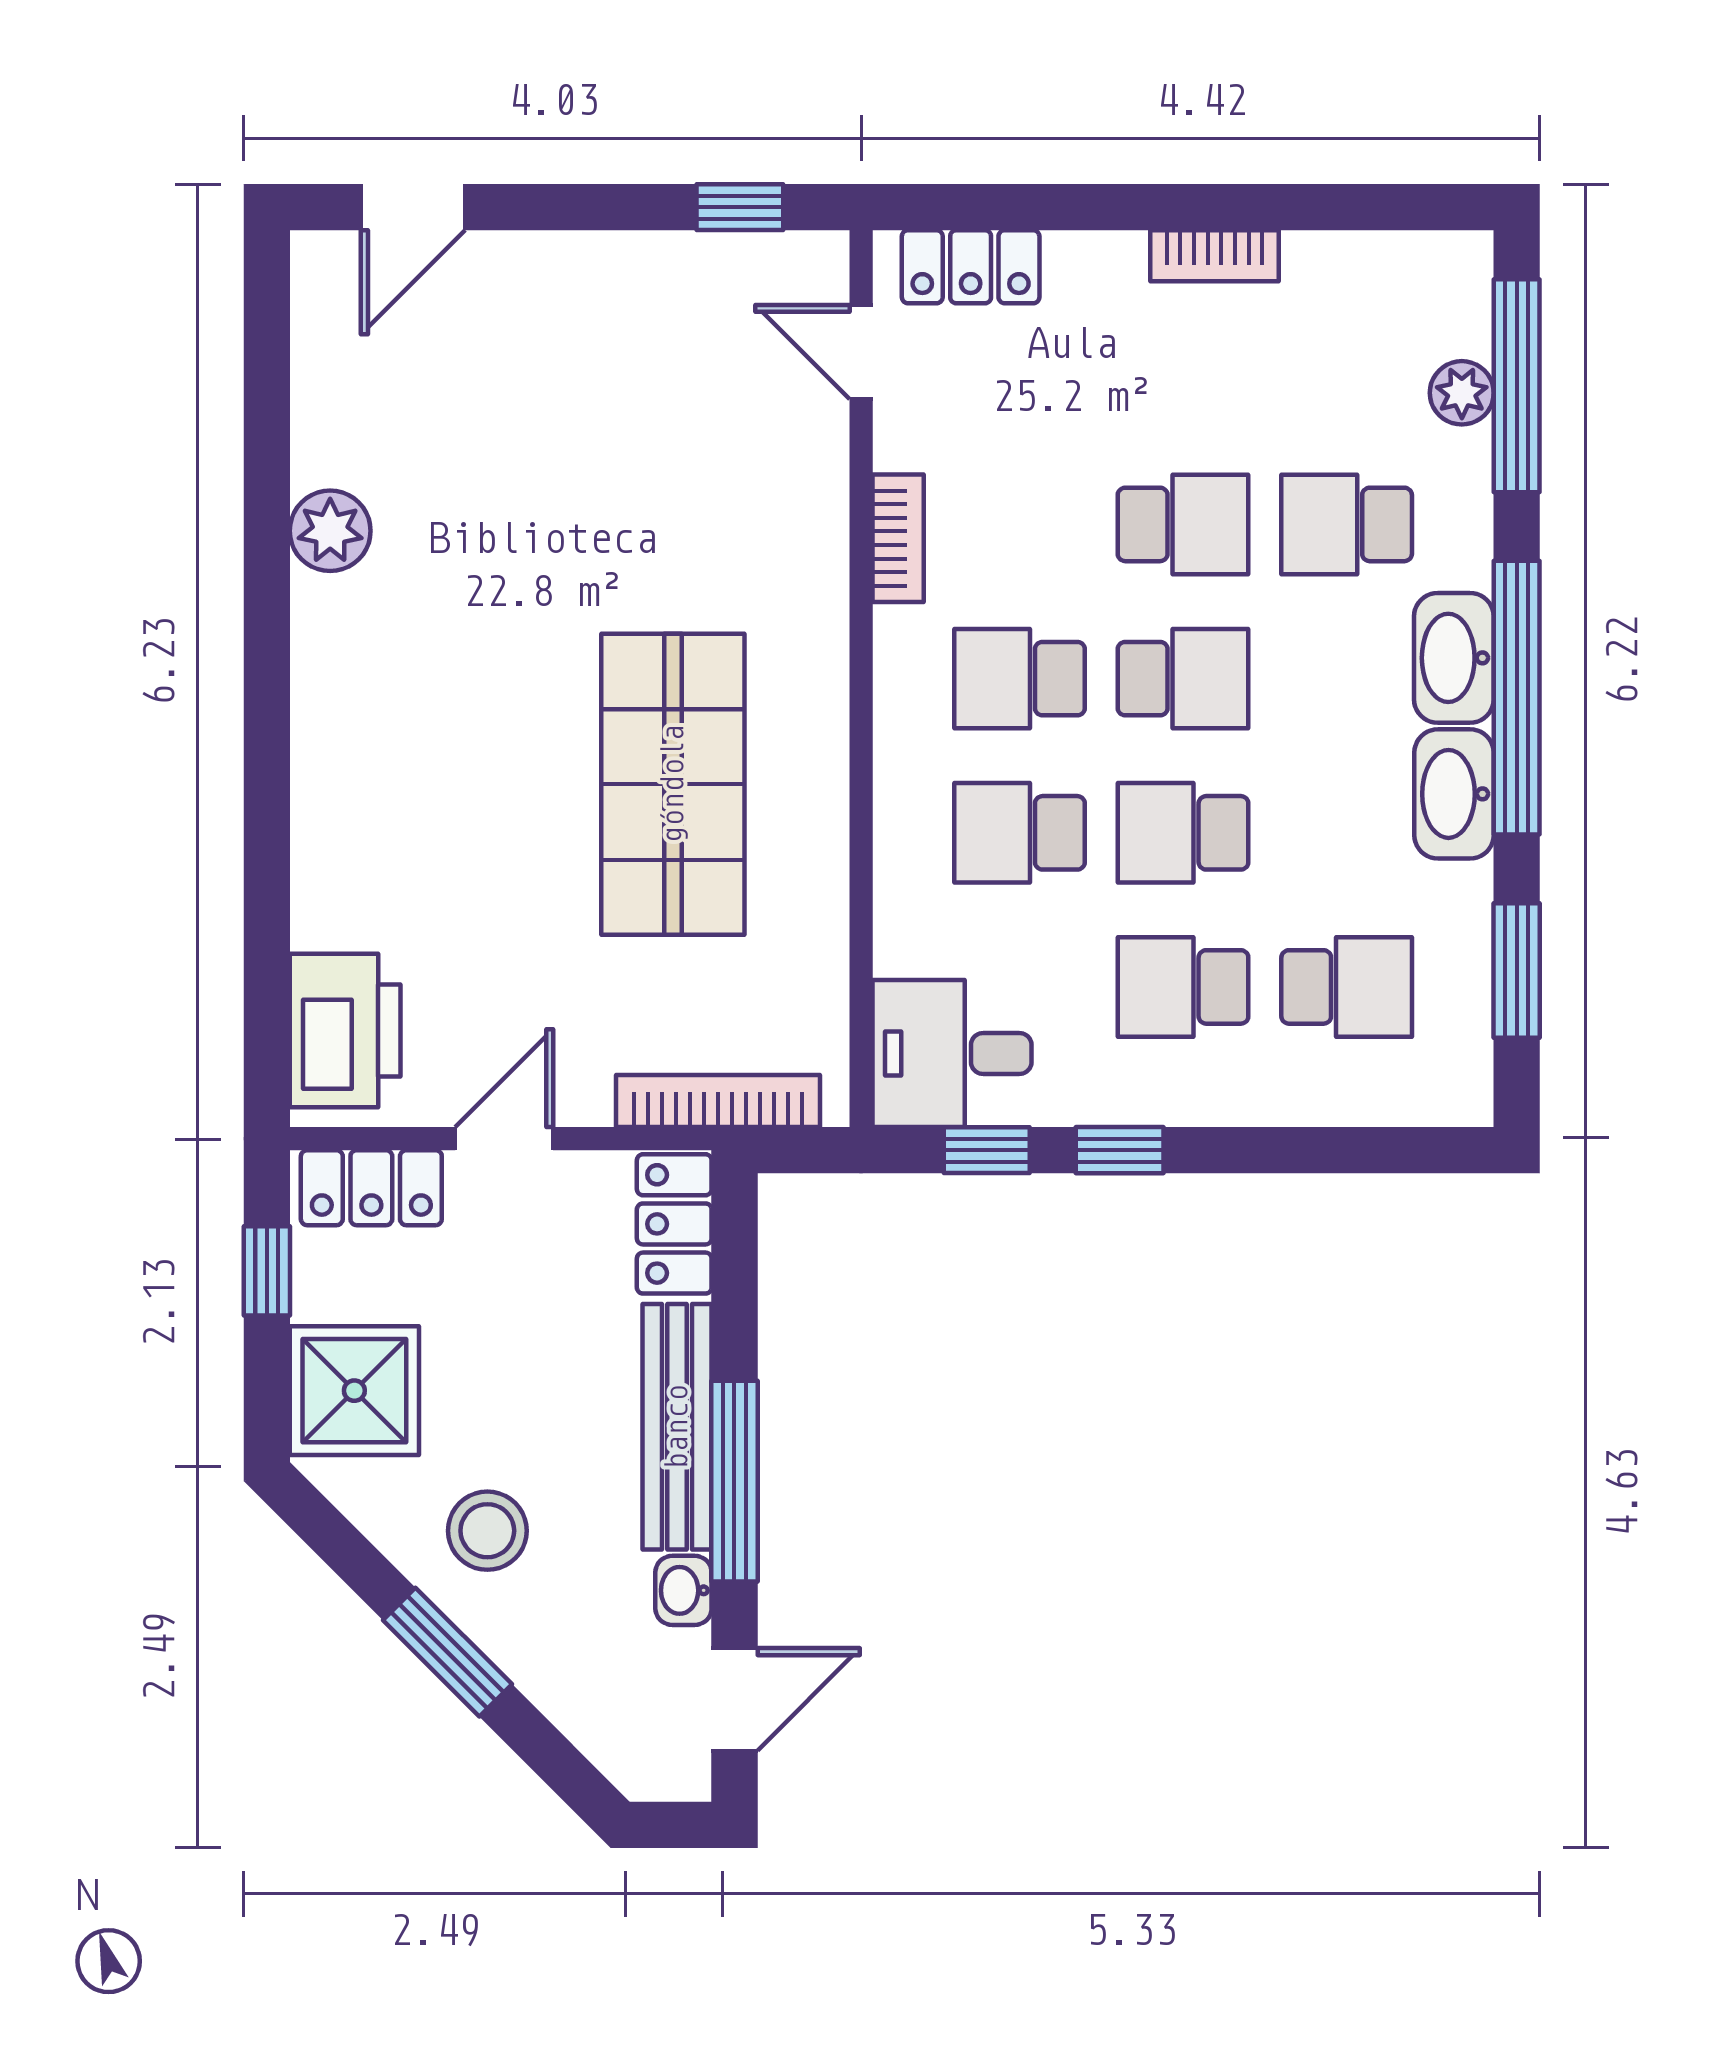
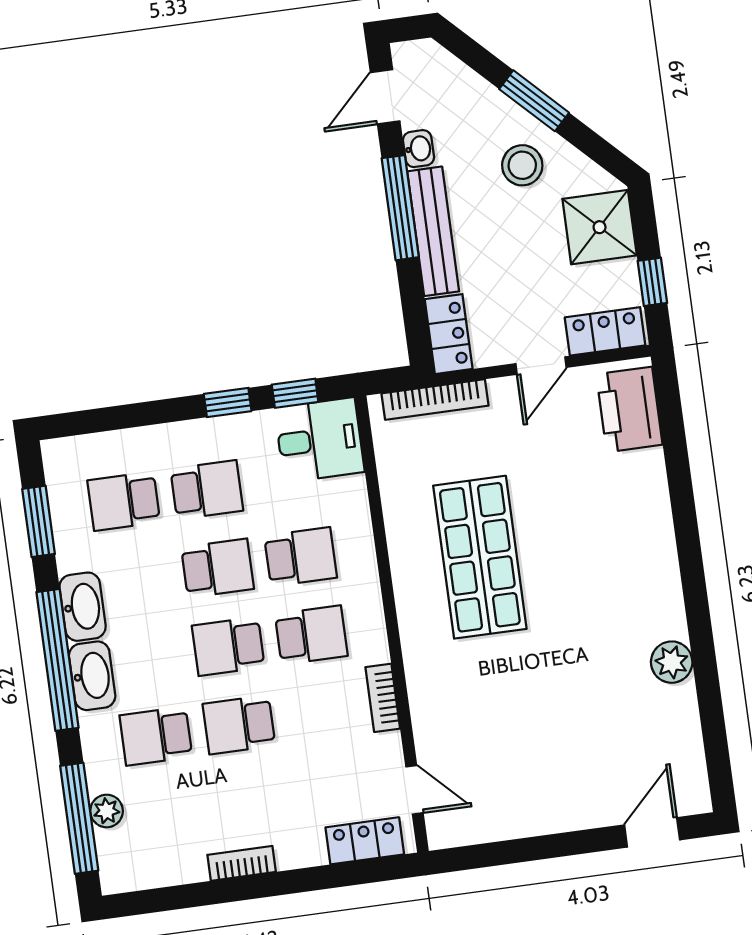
window: (740, 207) -> (486, 855), removed
school desk: (1347, 524) -> (156, 736), turned 180

